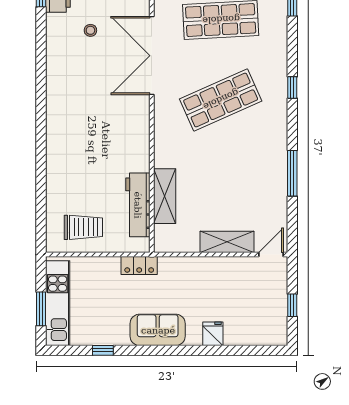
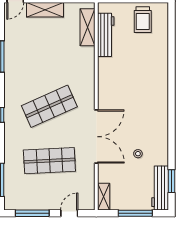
shelving: (165, 196) -> (88, 27), moved
trolley: (83, 227) -> (143, 20), turned -90

